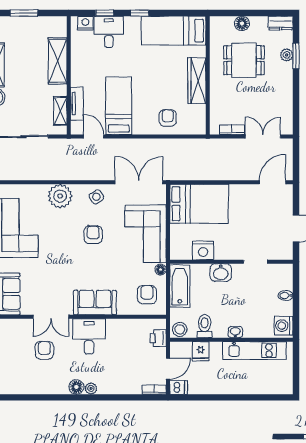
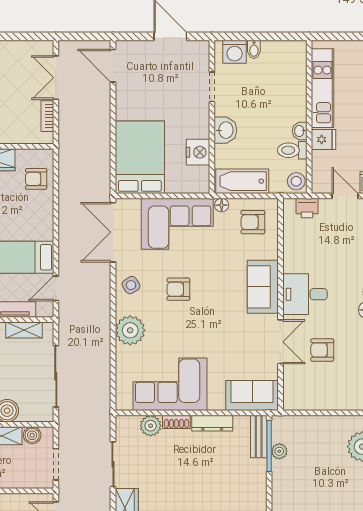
armchair: (168, 118) -> (36, 179), moved
washing machine: (284, 326) -> (235, 52), moved
washbasin: (235, 332) -> (300, 131), moved
fridge: (201, 351) -> (324, 139), moved

